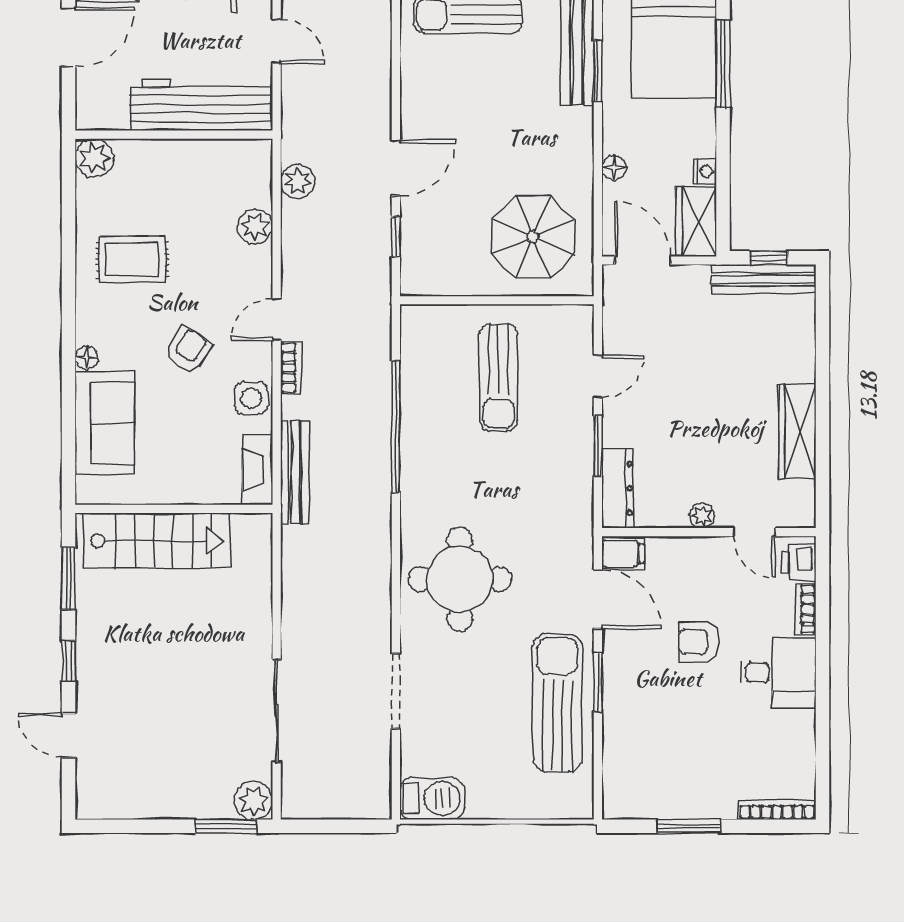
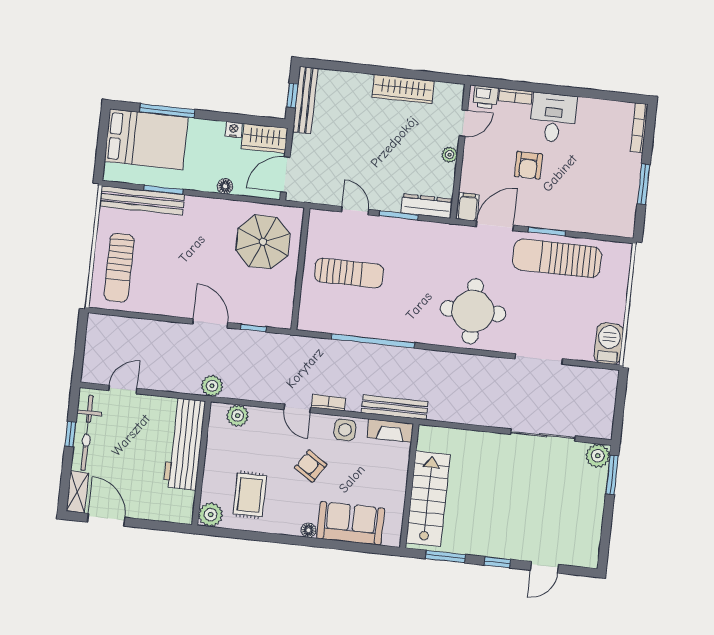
workbench: (201, 105) -> (184, 444), moved
wall: (174, 135) -> (201, 463), moved
plant: (94, 158) -> (211, 515), moved

